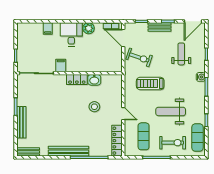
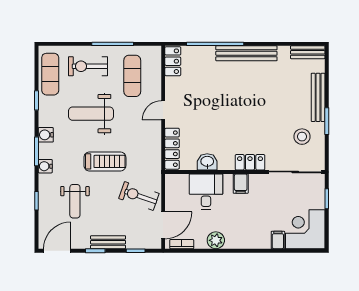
desk: (71, 34) -> (206, 192), moved, turned 180
corner desk: (30, 35) -> (305, 229), added
door: (123, 38) -> (163, 225), hinge flipped
filing cabinet: (61, 65) -> (241, 184), moved
locker: (77, 80) -> (250, 162), moved
treadmill: (150, 83) -> (105, 161), moved
locker: (117, 88) -> (172, 149), added
water cooler: (200, 98) -> (46, 135), added
stool: (94, 107) -> (302, 137), moved
weight bench: (171, 112) -> (91, 114), turned 180
door: (123, 114) -> (163, 110), hinge flipped
locker: (117, 141) -> (173, 61), width x0.66

